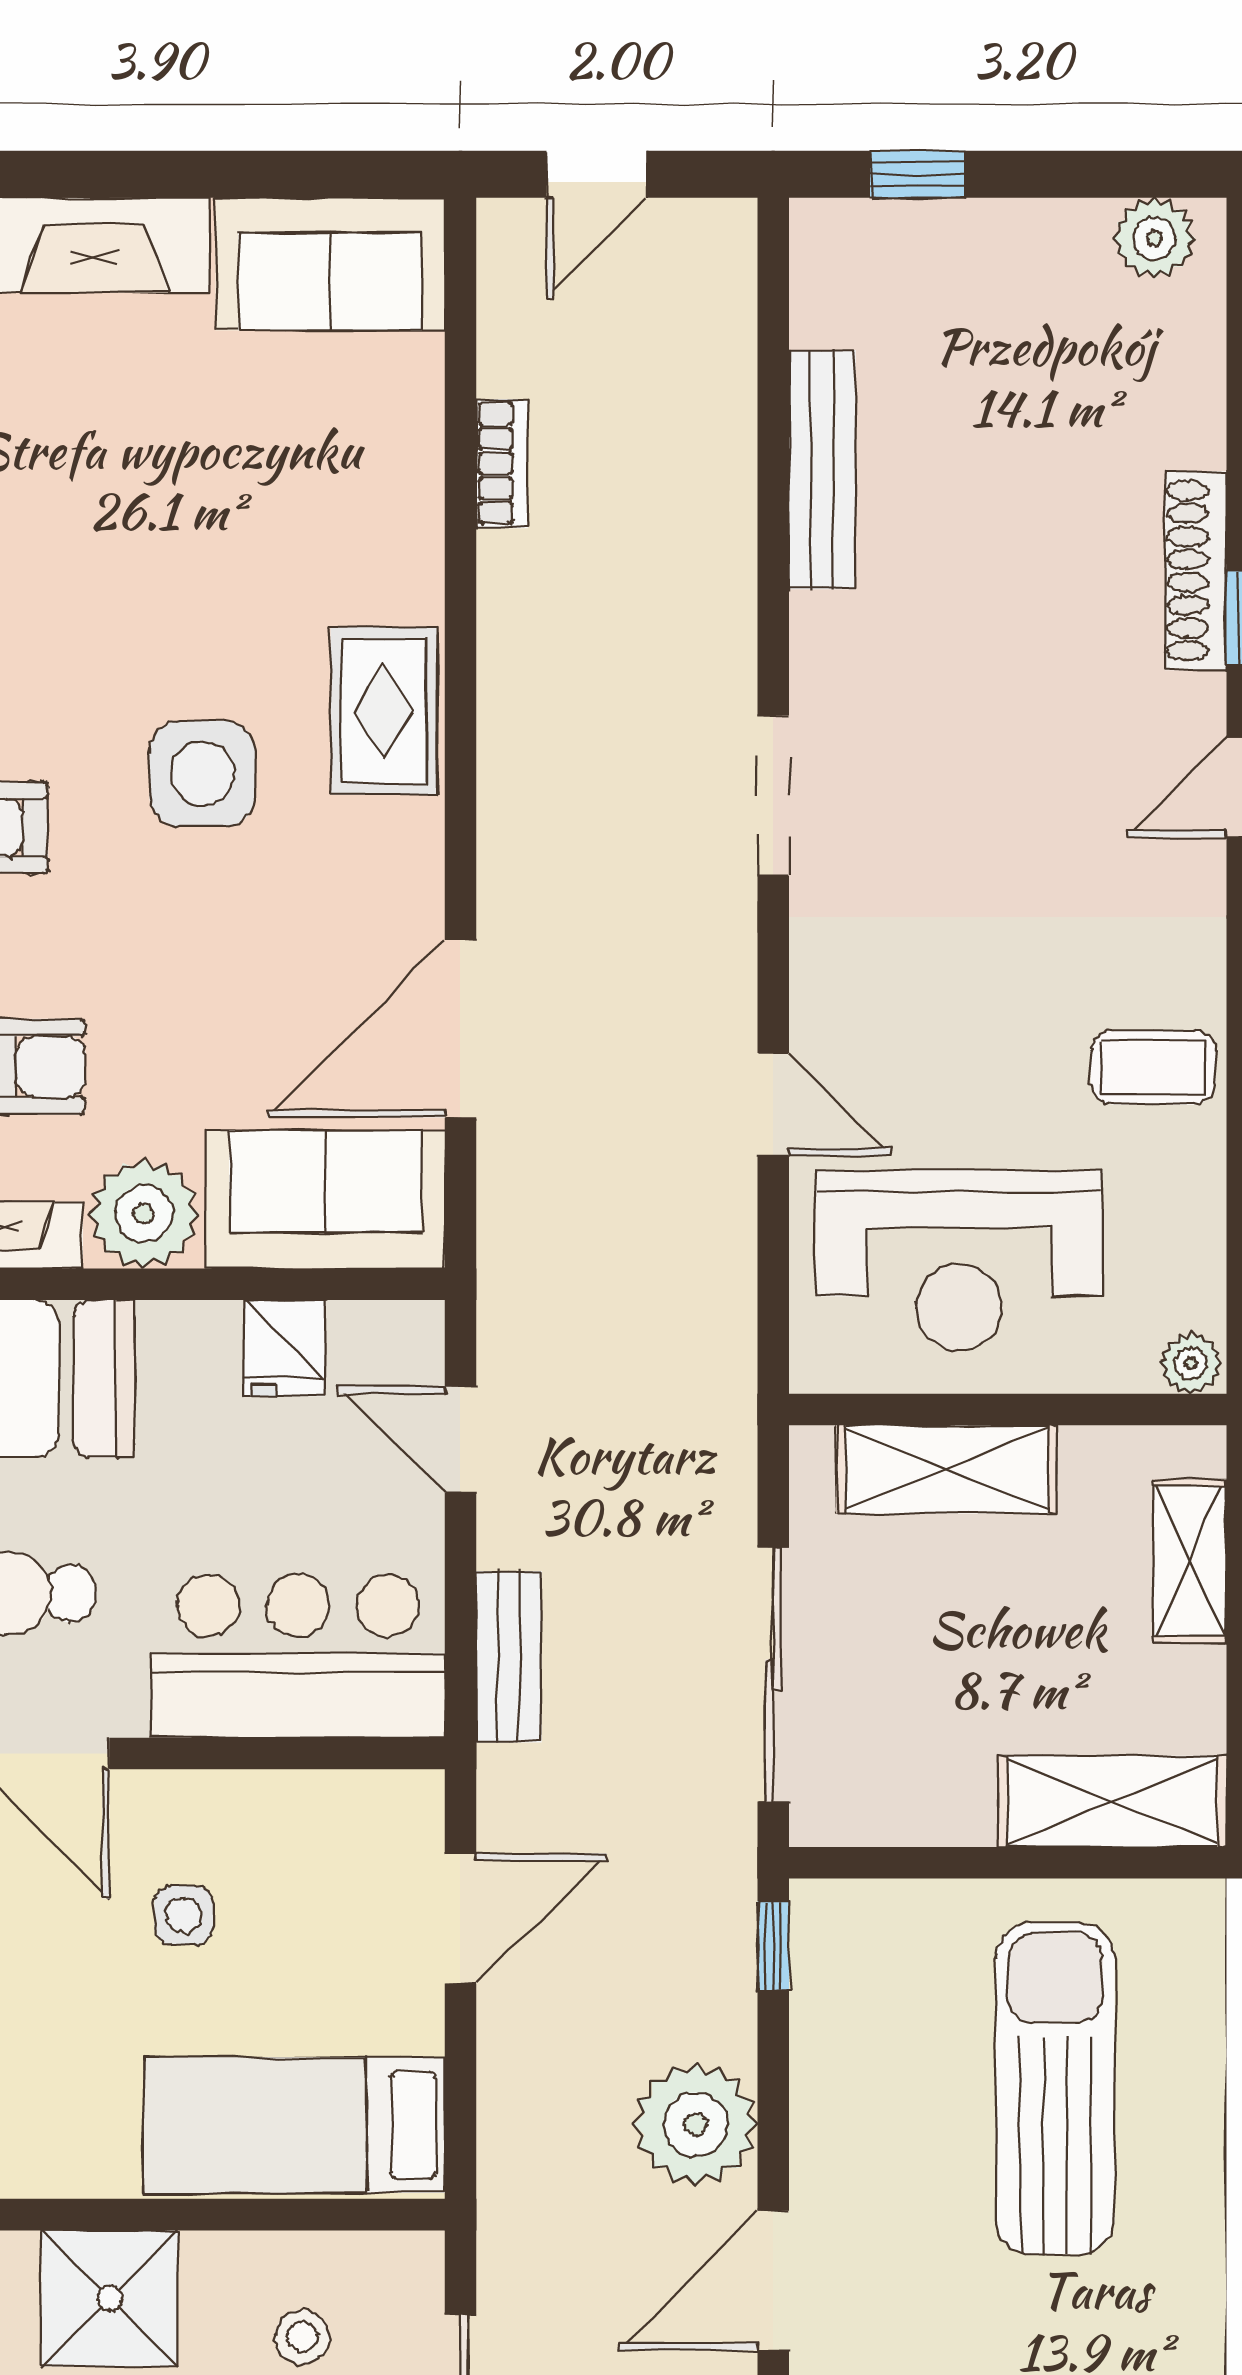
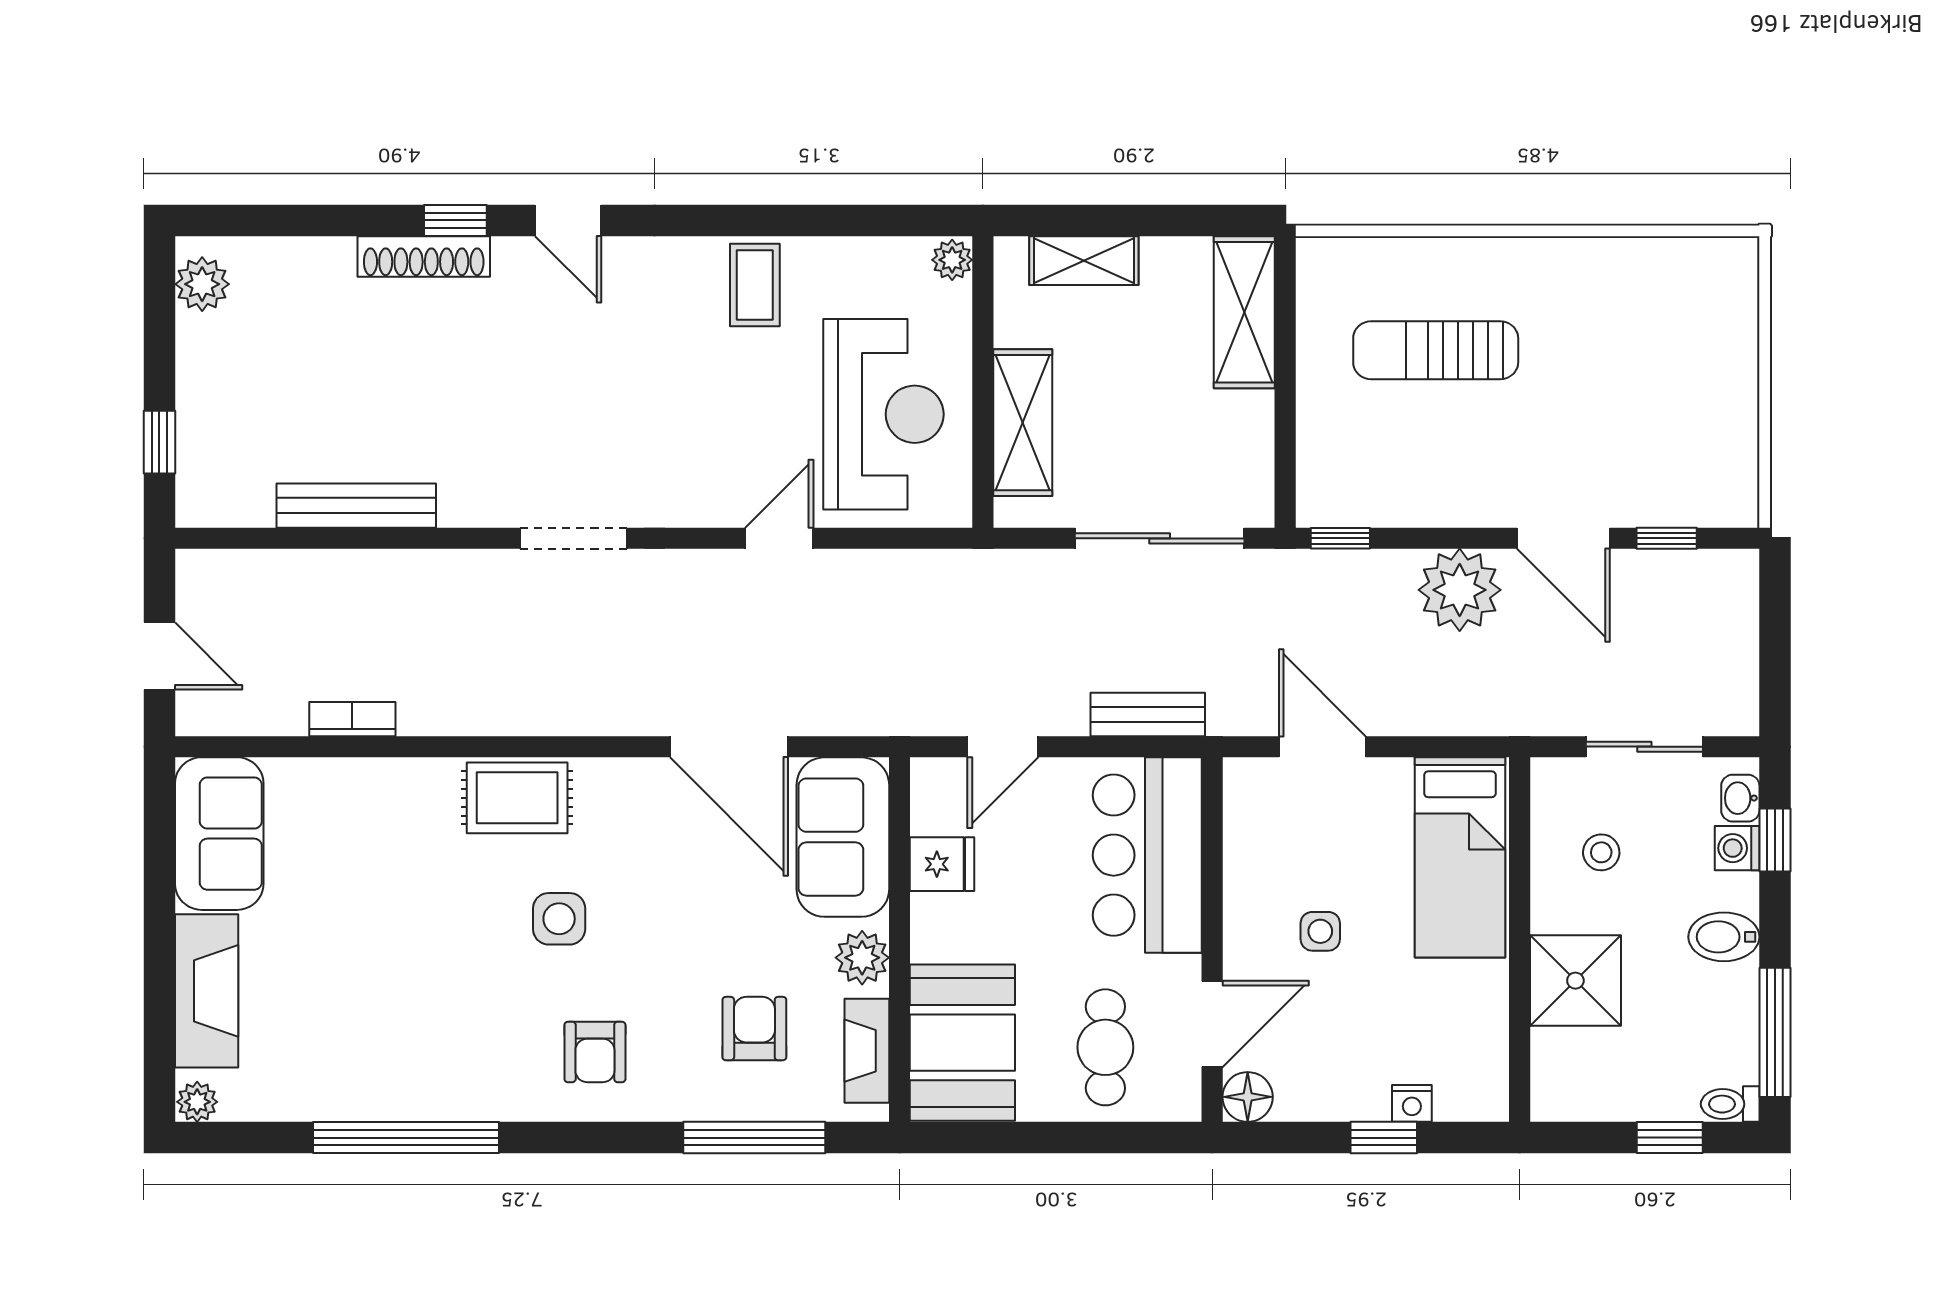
side table: (202, 774) -> (559, 919), width x0.73, depth x0.73
plant: (144, 1214) -> (862, 958), width x0.73, depth x0.73
sun lounger: (1055, 2089) -> (1436, 350), width x0.73, depth x0.75

